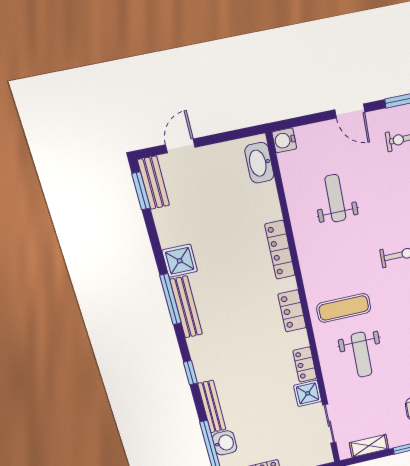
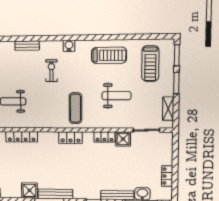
locker: (280, 250) -> (22, 137), moved
weight bench: (362, 355) -> (116, 96), moved

